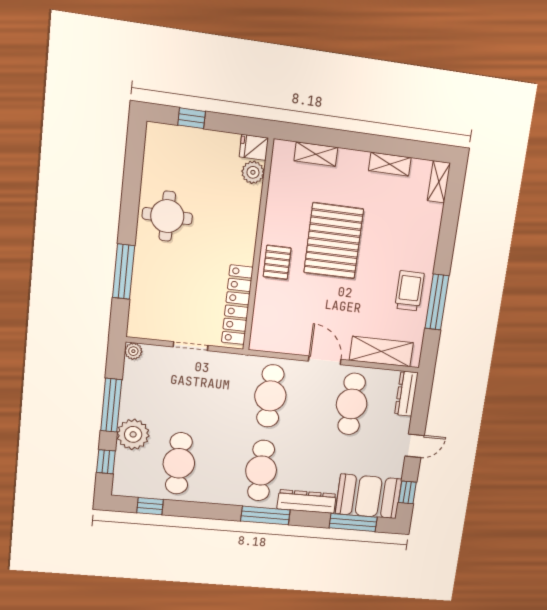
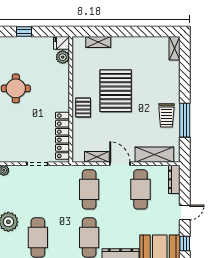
shelving: (390, 164) -> (97, 157), moved
trolley: (409, 291) -> (166, 115), turned 180

